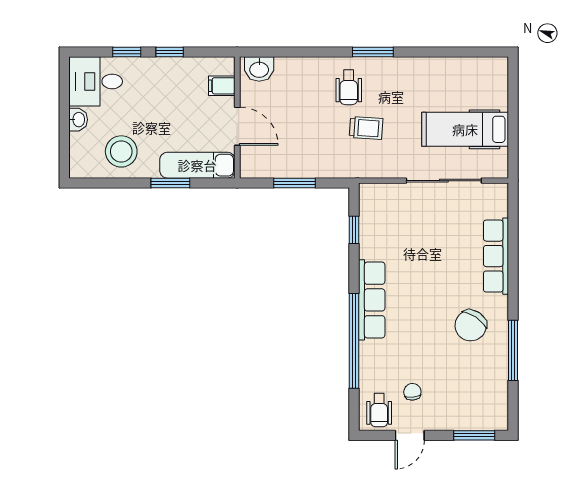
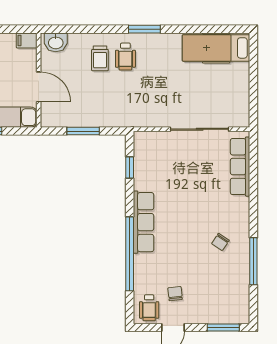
filing cabinet: (222, 86) -> (27, 40), moved
trolley: (366, 128) -> (100, 58), moved, turned 86
hospital bed: (465, 129) -> (216, 48), moved
row of seats: (496, 256) -> (240, 167), moved
chair: (471, 325) -> (220, 242), width x0.54, depth x0.54

